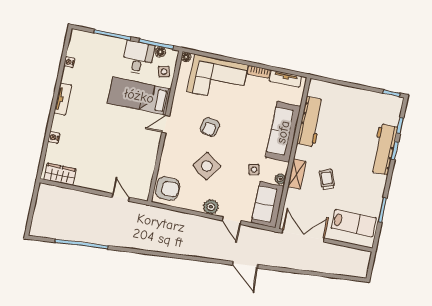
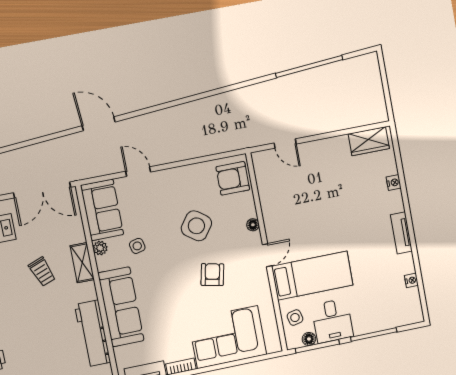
floor lamp: (186, 57) -> (253, 225), moved
plant: (211, 207) -> (171, 178), removed

